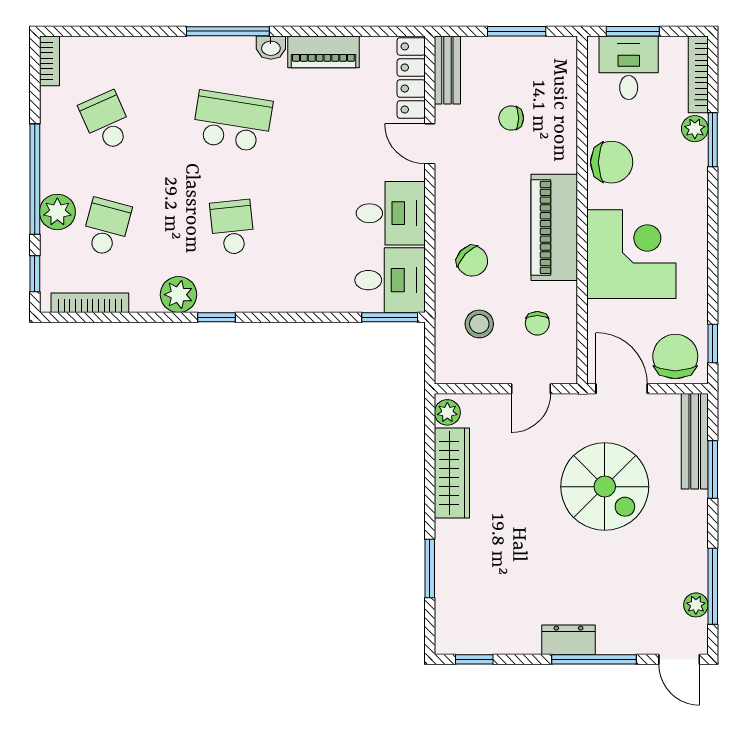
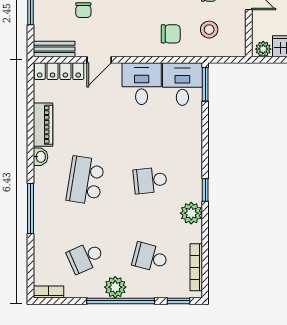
window: (228, 31) -> (30, 209), moved
plant: (57, 212) -> (115, 287), moved
chair: (472, 261) -> (171, 34), turned 46

